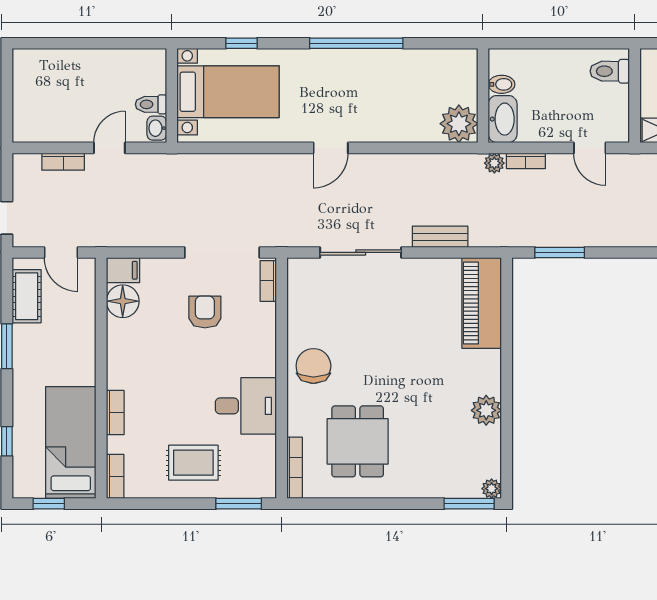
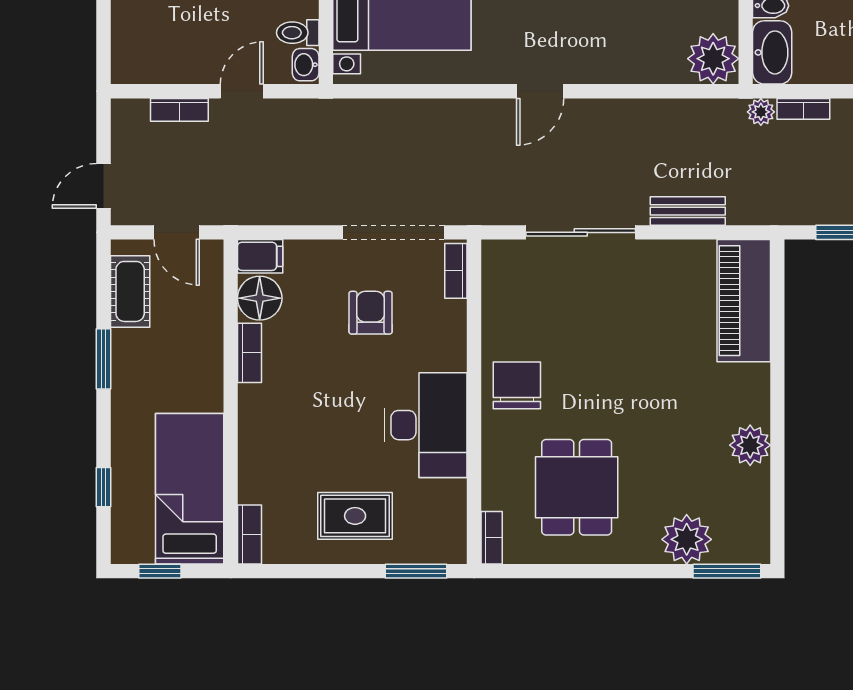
desk: (246, 406) -> (426, 425), width x1.37
bookcase: (115, 413) -> (250, 353), moved
bookcase: (295, 468) -> (492, 538), width x0.64
plant: (492, 489) -> (687, 539), moved, width x1.87, depth x1.87

